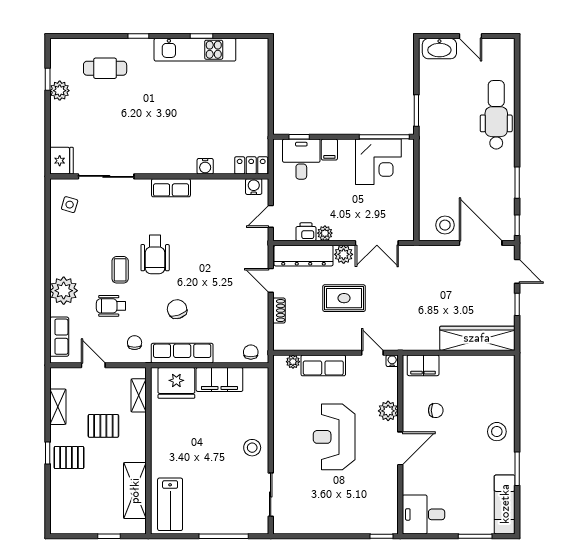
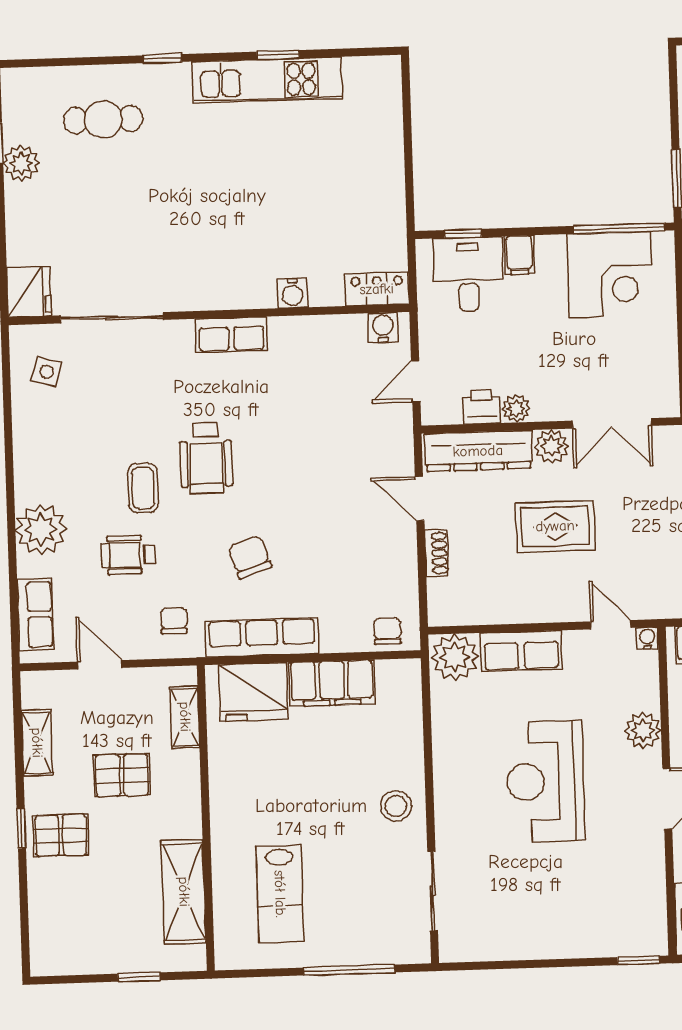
plant: (293, 362) -> (455, 657), width x1.88, depth x1.88
lab bench: (170, 504) -> (280, 894), moved

